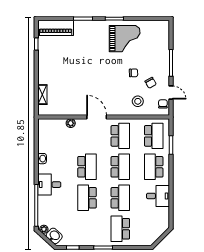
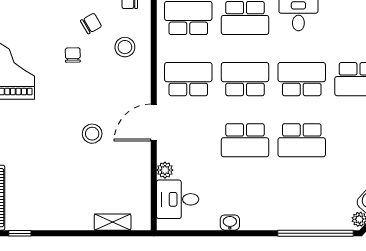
stool: (91, 83) -> (92, 134), added
school desk: (87, 167) -> (245, 140), turned 180
desk: (49, 185) -> (178, 199), moved, turned 90

